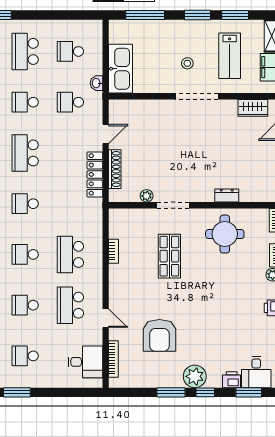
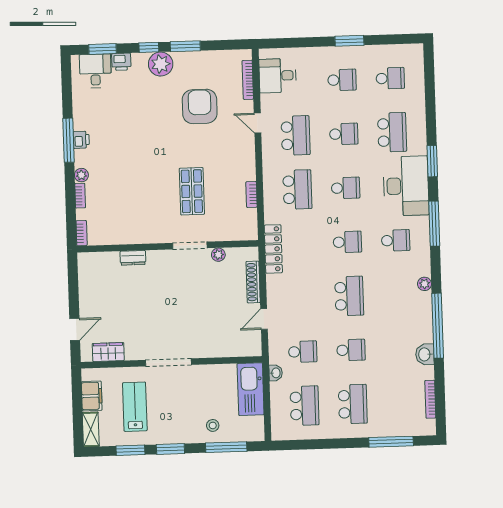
school desk: (70, 51) -> (304, 406), width x1.85
stool: (187, 63) -> (213, 425), moved
locker: (95, 174) -> (273, 249), moved
round table: (225, 234) -> (134, 217), removed

